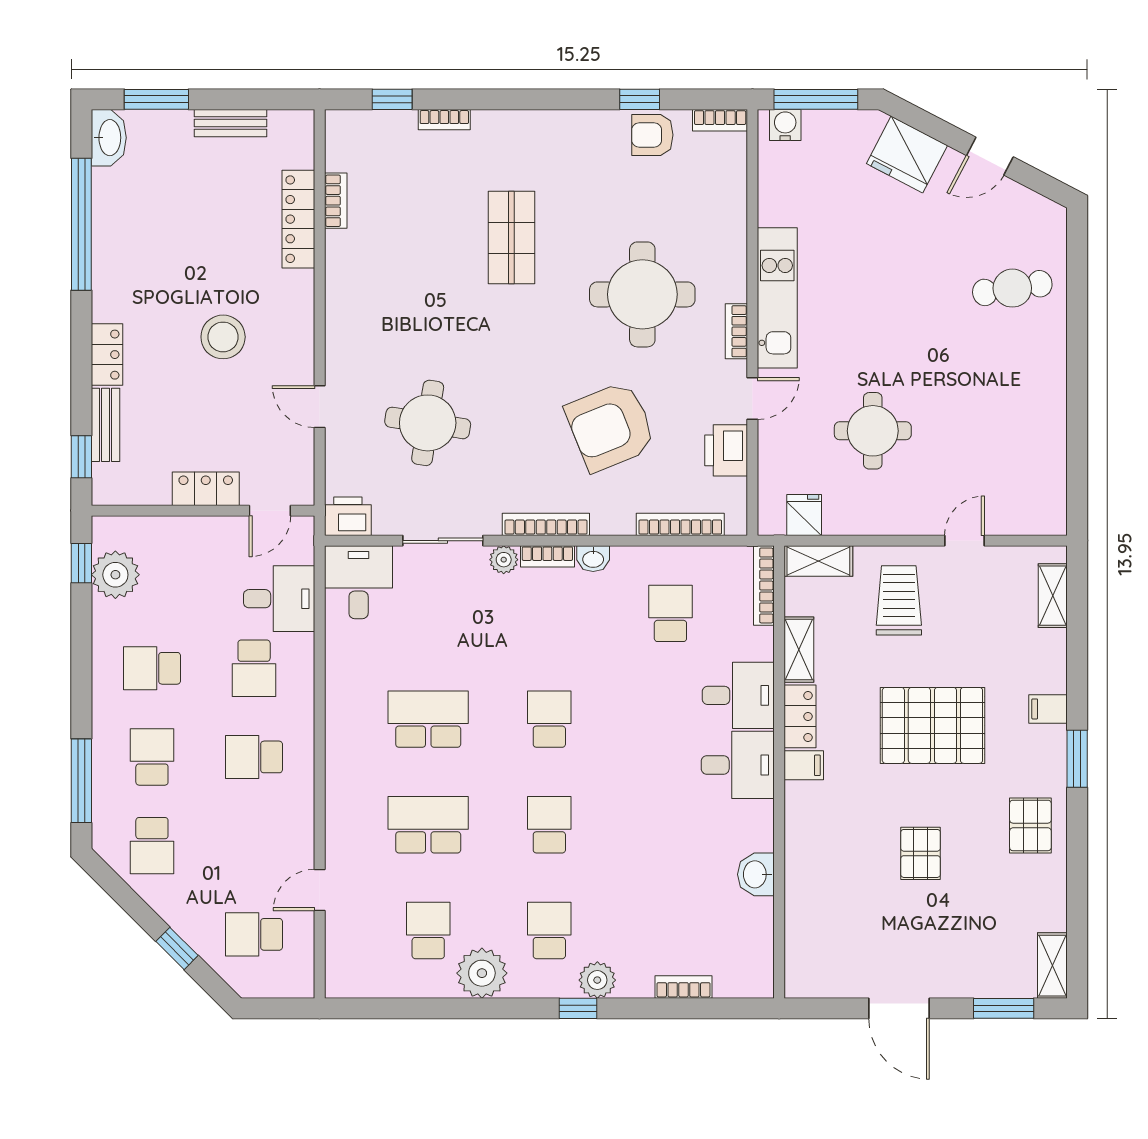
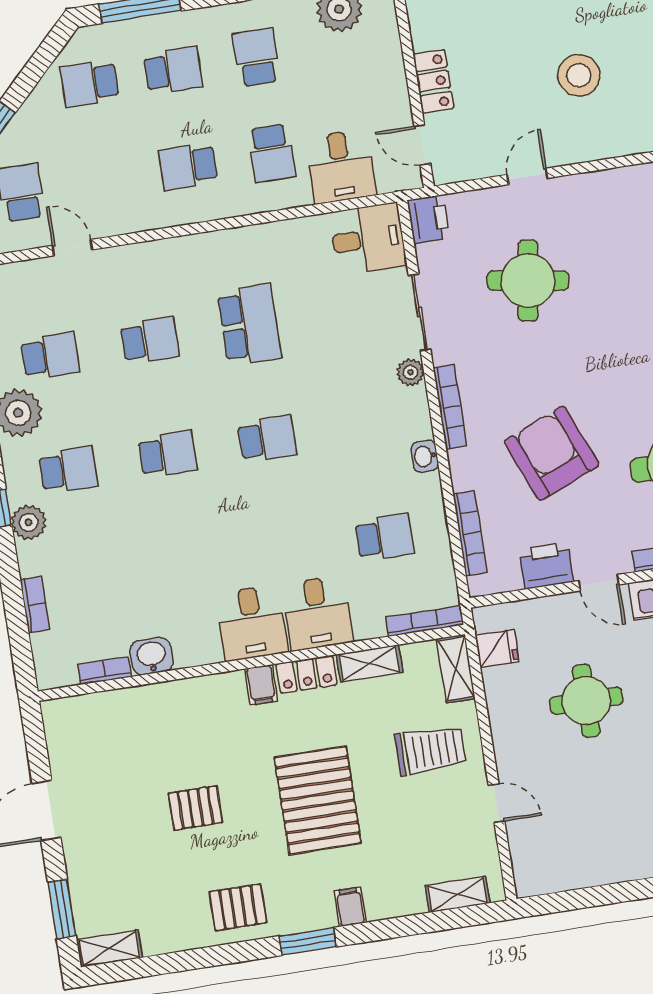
bookcase: (547, 556) -> (105, 671), moved, turned 90
school desk: (254, 668) -> (271, 153), turned -90
school desk: (254, 757) -> (188, 166), turned -90
school desk: (428, 825) -> (150, 340), width x0.54

